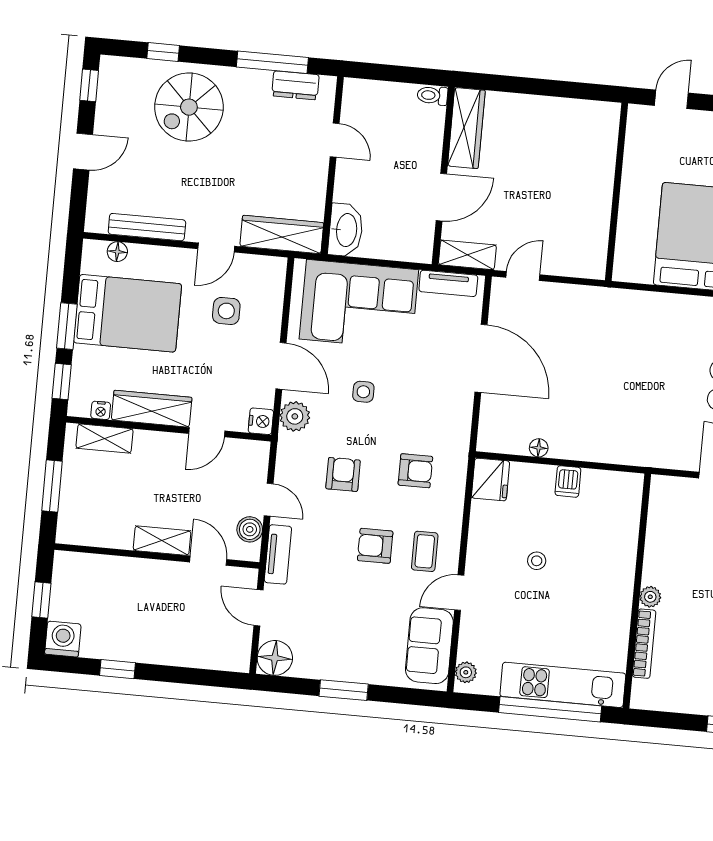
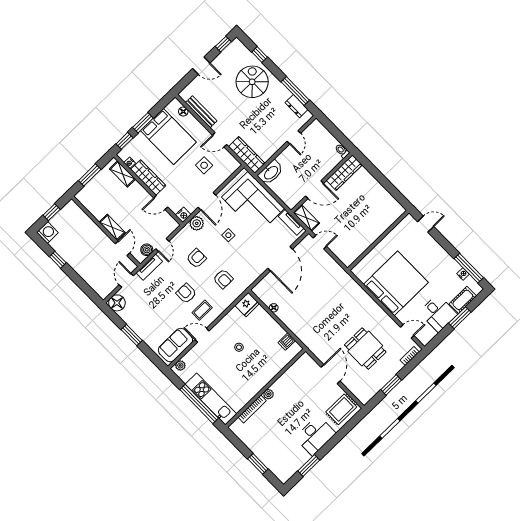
spiral stairs: (189, 107) -> (252, 82), turned 90
dishwasher: (568, 481) -> (287, 342), moved

